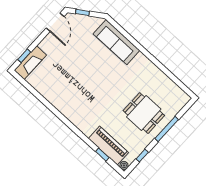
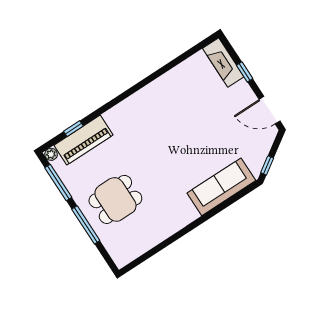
window: (82, 12) -> (267, 165), moved
window: (24, 56) -> (245, 72), moved
window: (142, 156) -> (58, 182), width x2.17

